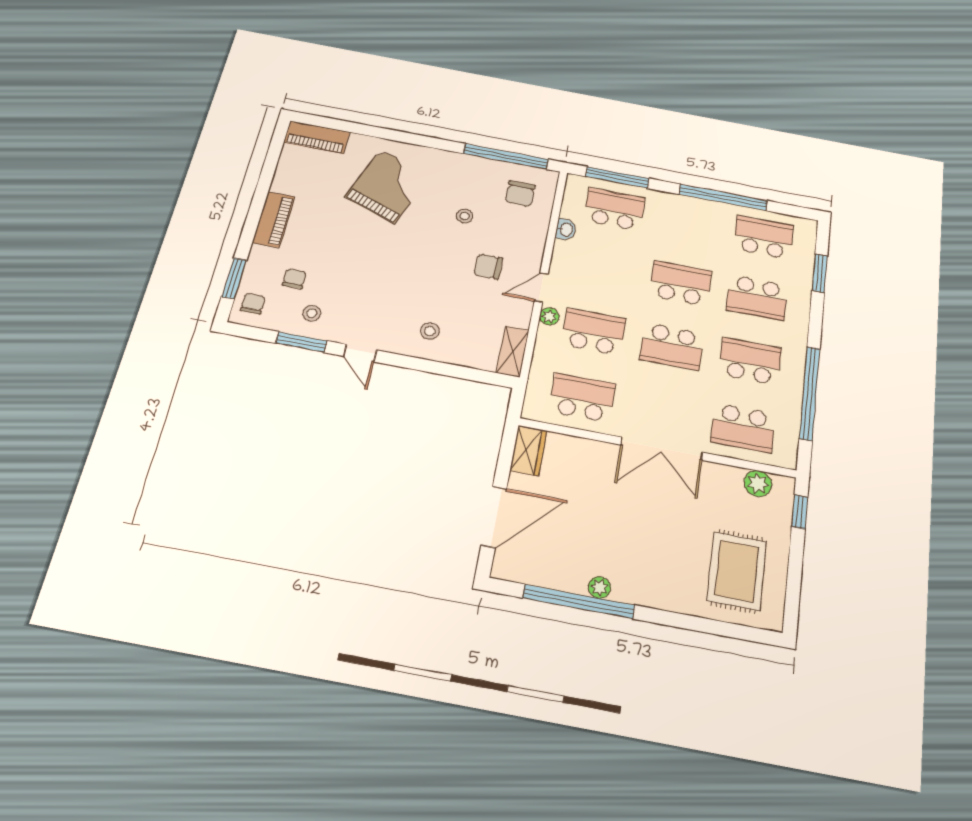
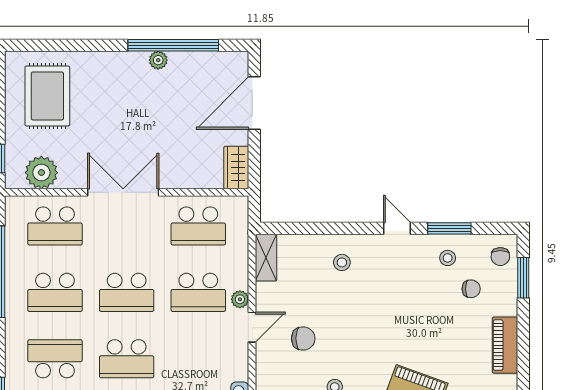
chair: (294, 279) -> (471, 289), turned -90
school desk: (672, 346) -> (127, 292), turned 180
school desk: (743, 428) -> (55, 226), turned 180
plant: (758, 483) -> (41, 173), width x1.36, depth x1.36

